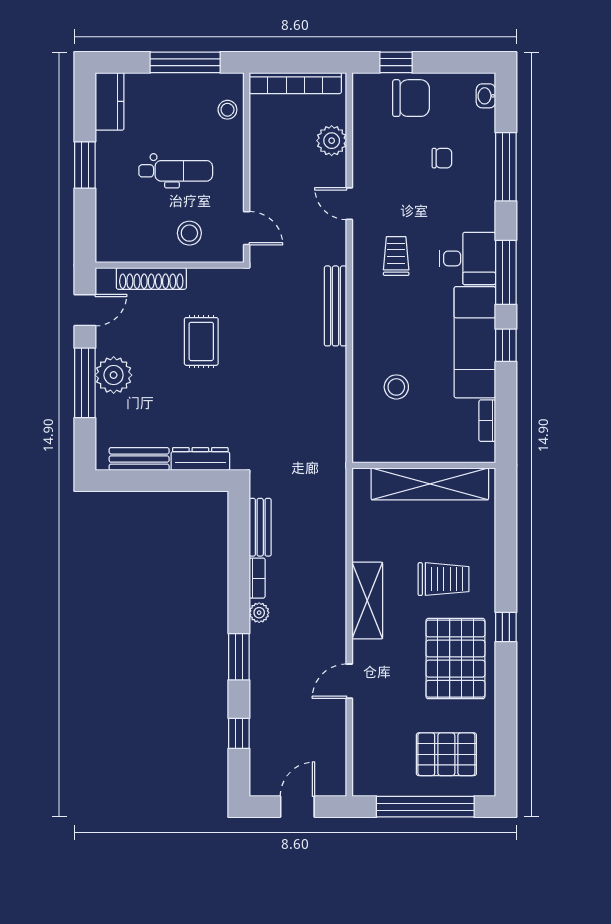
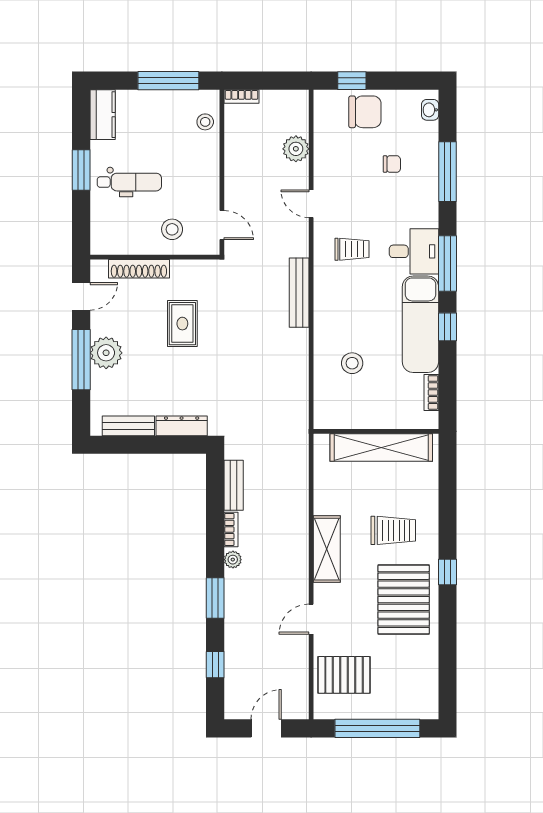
bookcase: (295, 83) -> (241, 97), width x0.43, depth x0.76
dental chair: (176, 171) -> (129, 182), moved
trolley: (396, 256) -> (352, 249), turned 90
pallet: (446, 754) -> (344, 675), moved

